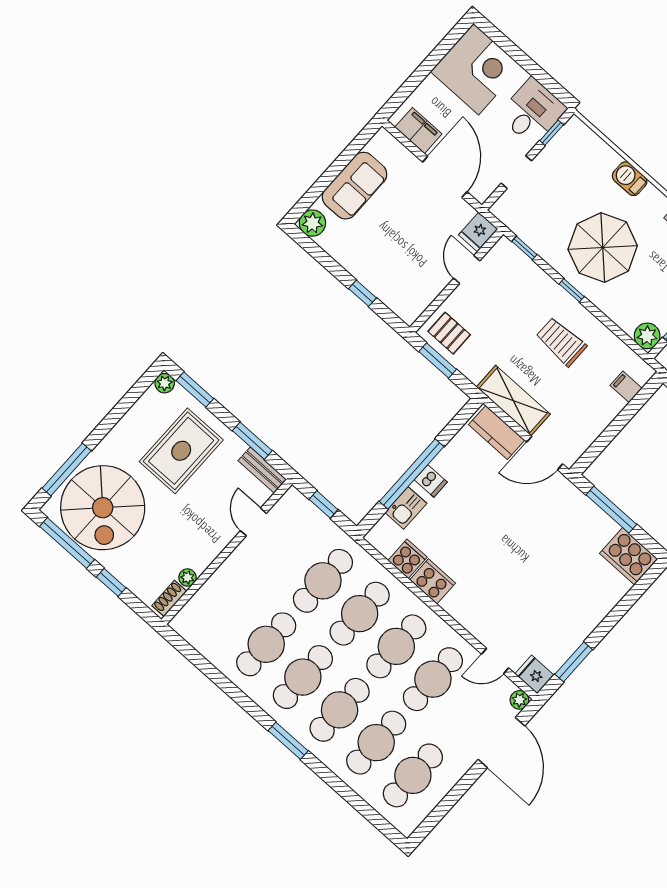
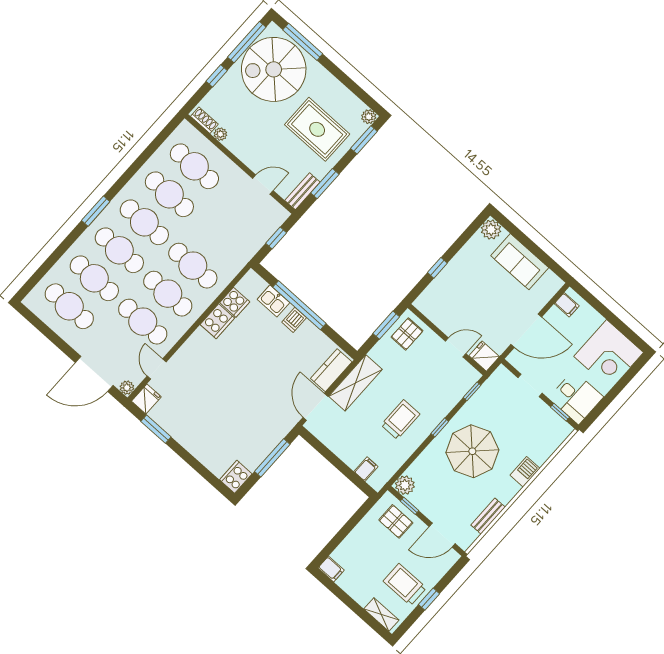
filing cabinet: (418, 131) -> (567, 305), width x0.50
cooker: (629, 556) -> (236, 477), width x0.73, depth x0.76
cafe table: (323, 581) -> (194, 166), moved

